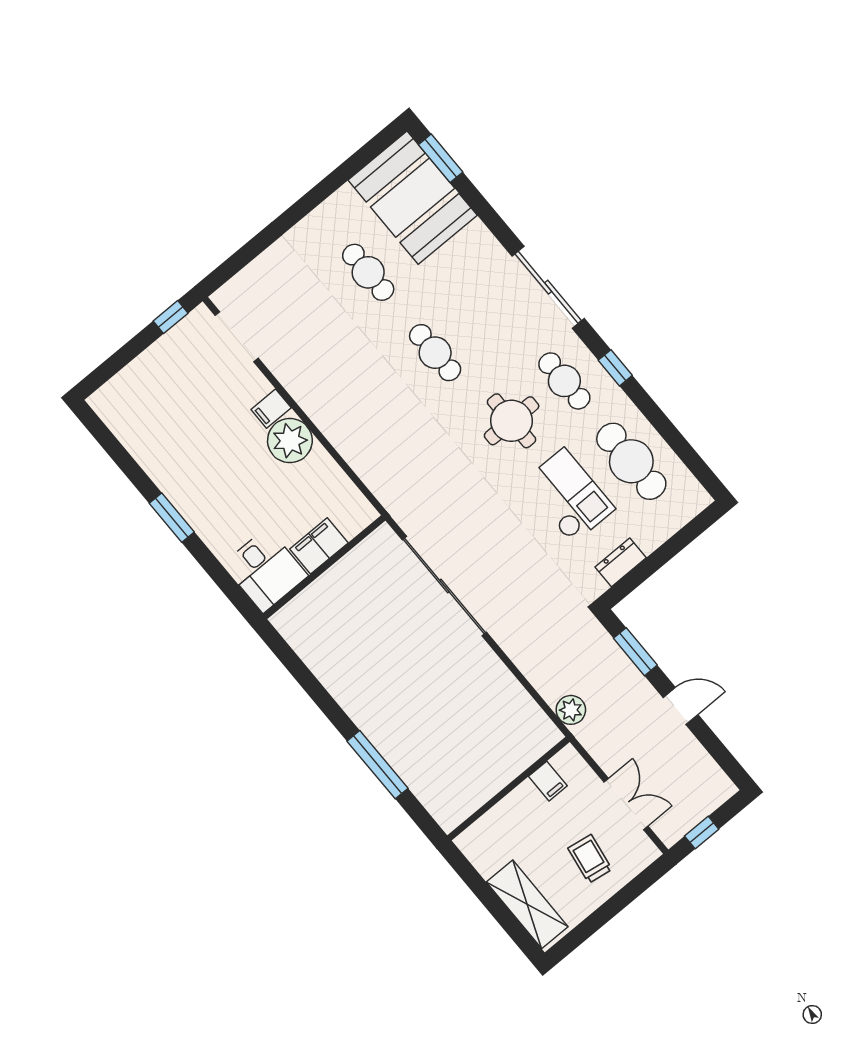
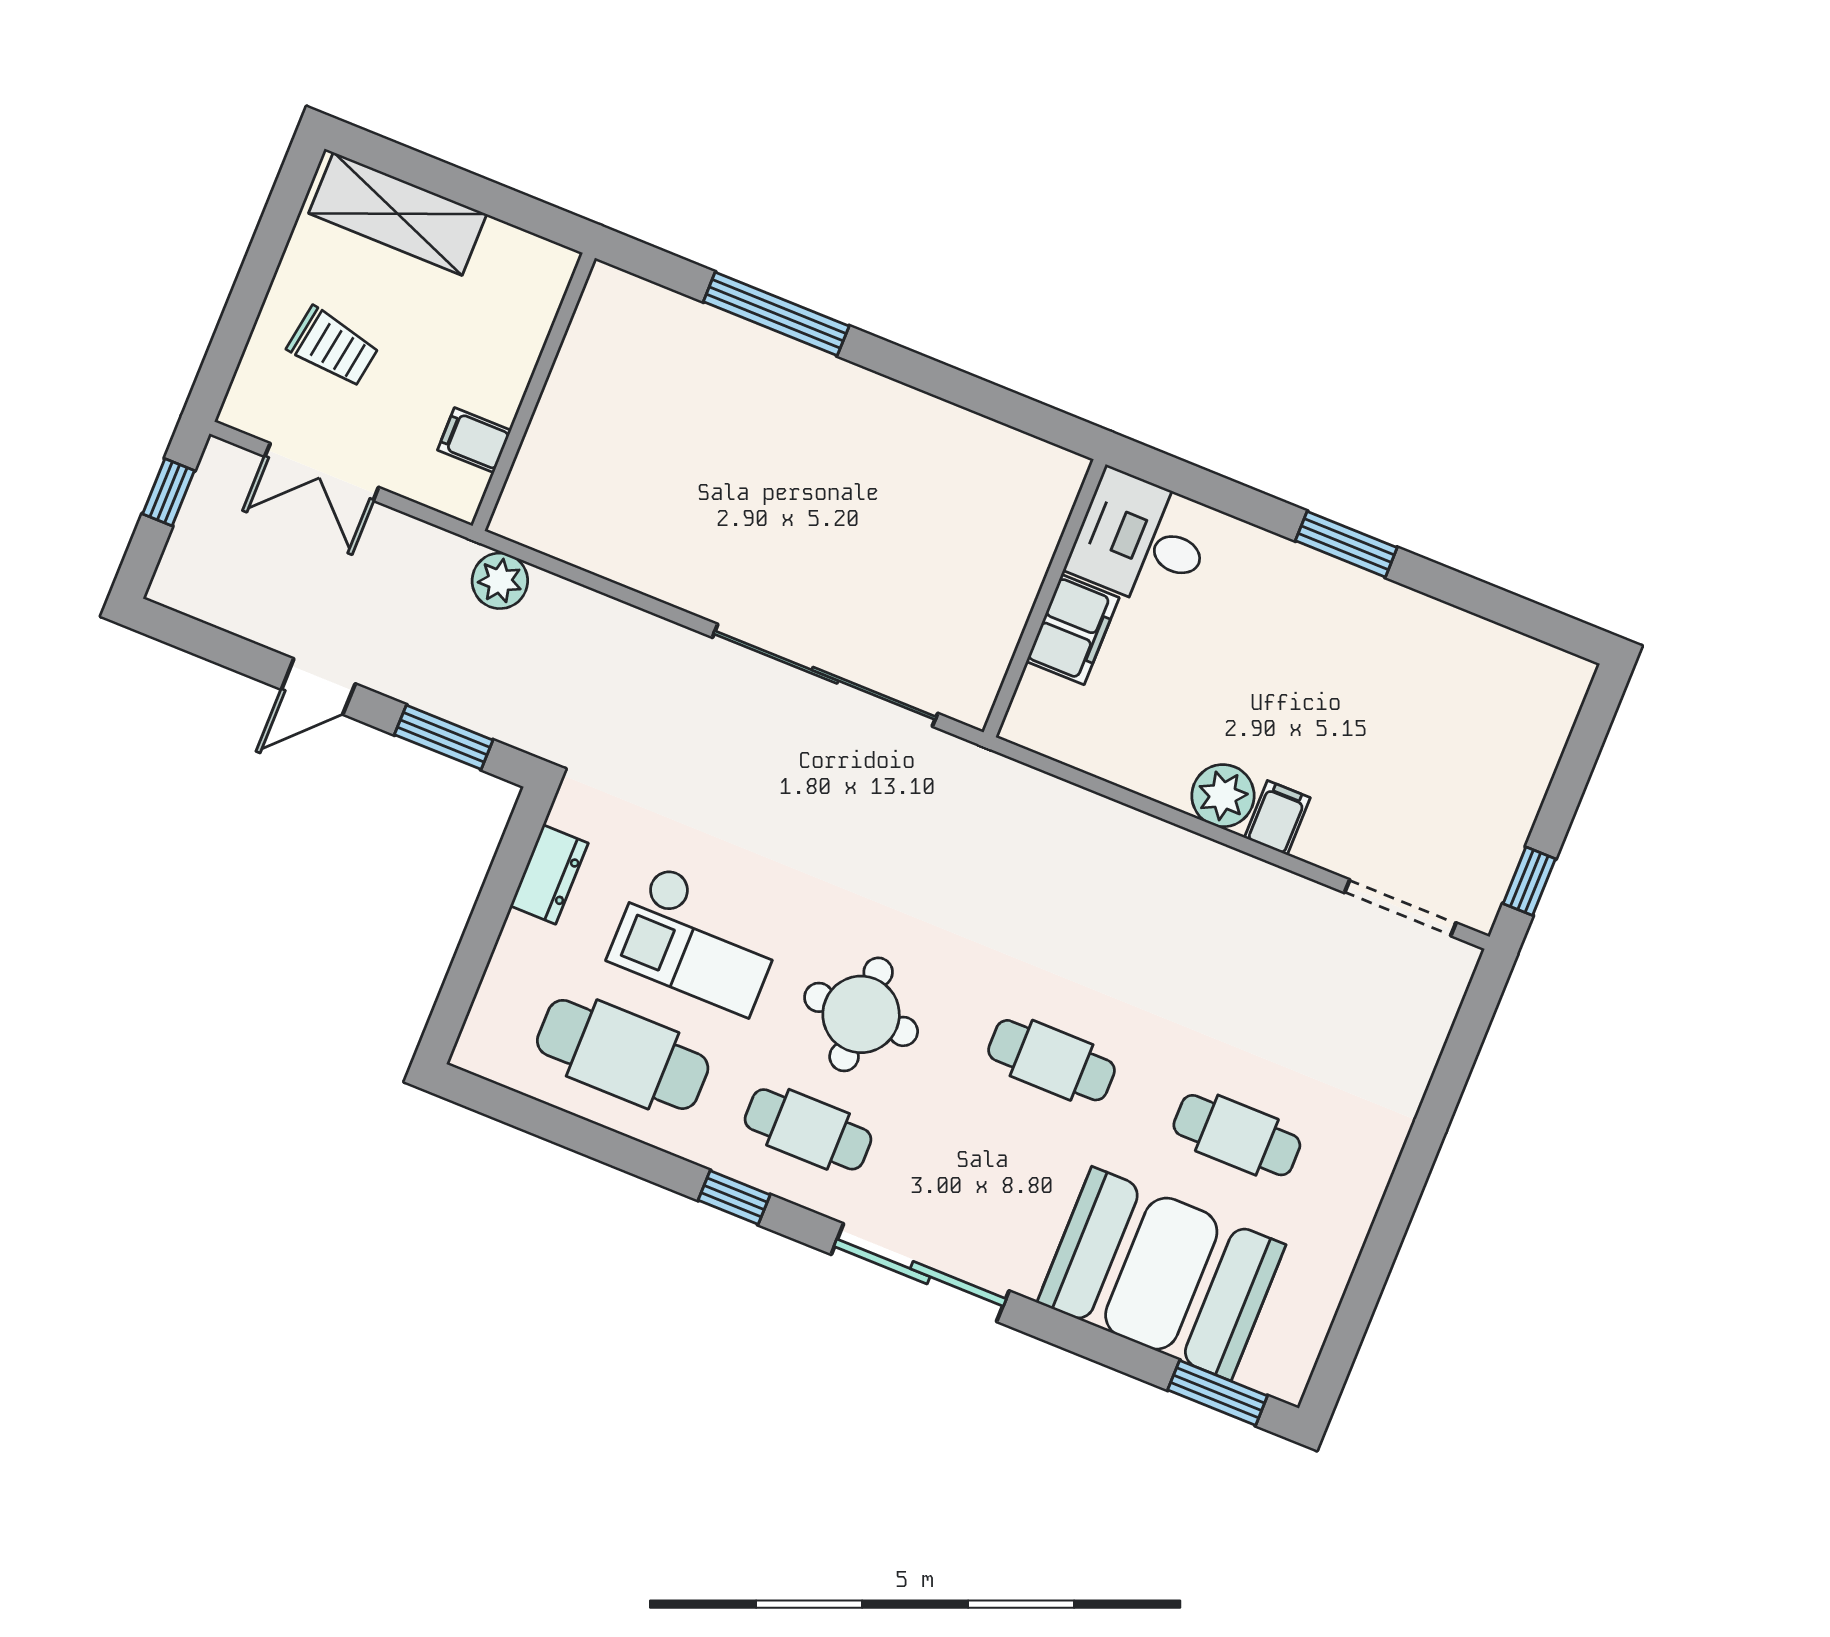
booth: (413, 198) -> (1161, 1274), moved
plant: (290, 441) -> (1223, 796), width x0.73, depth x0.73

